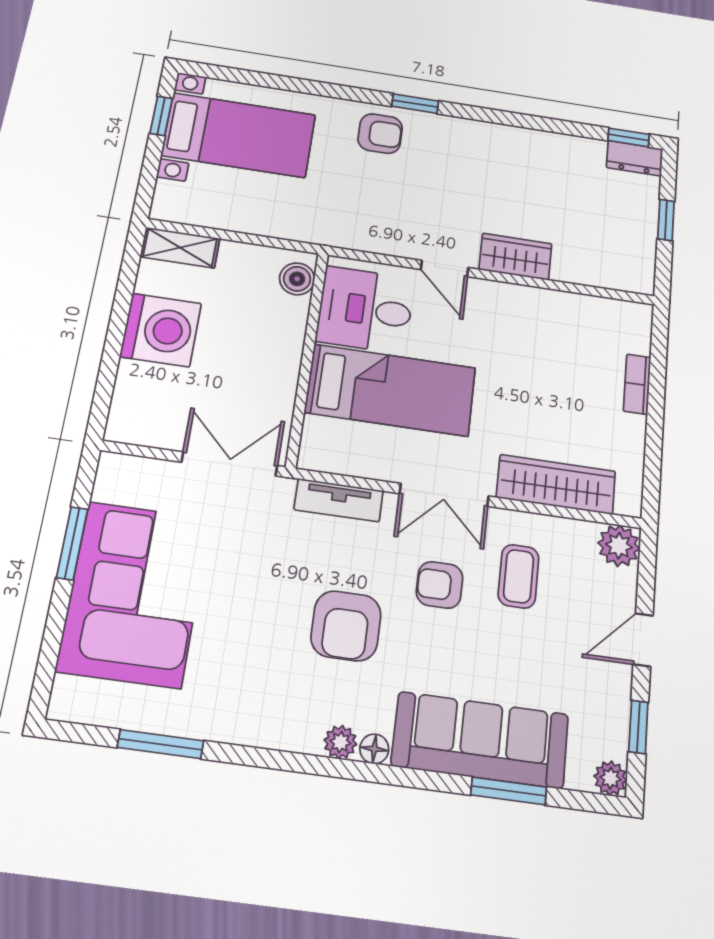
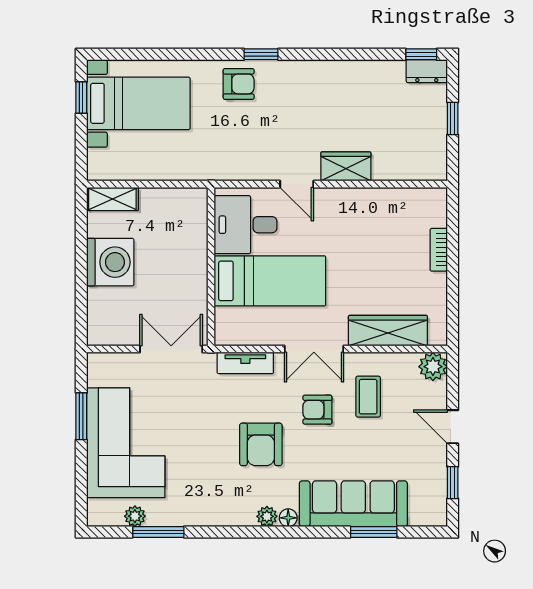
boiler: (297, 279) -> (196, 209), removed
door: (643, 640) -> (453, 427), hinge flipped
plant: (610, 778) -> (135, 516), moved

